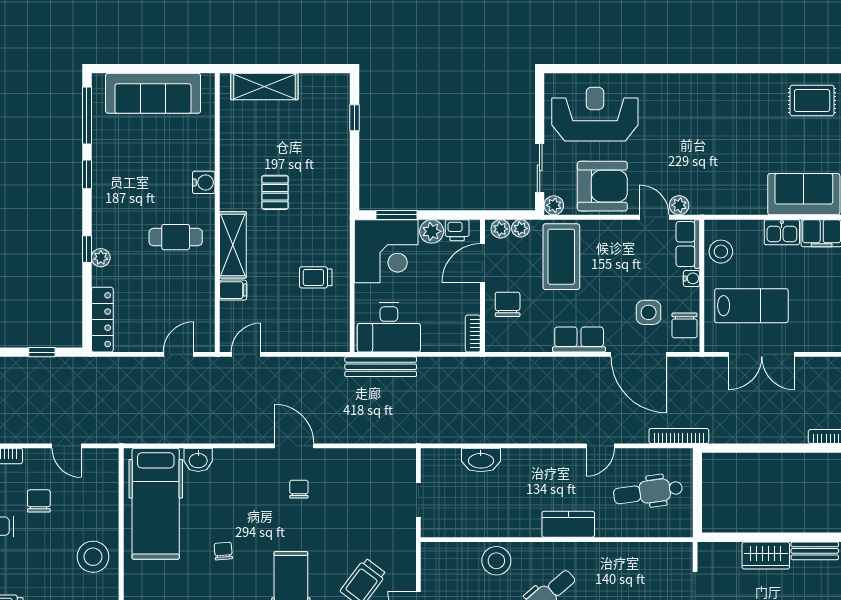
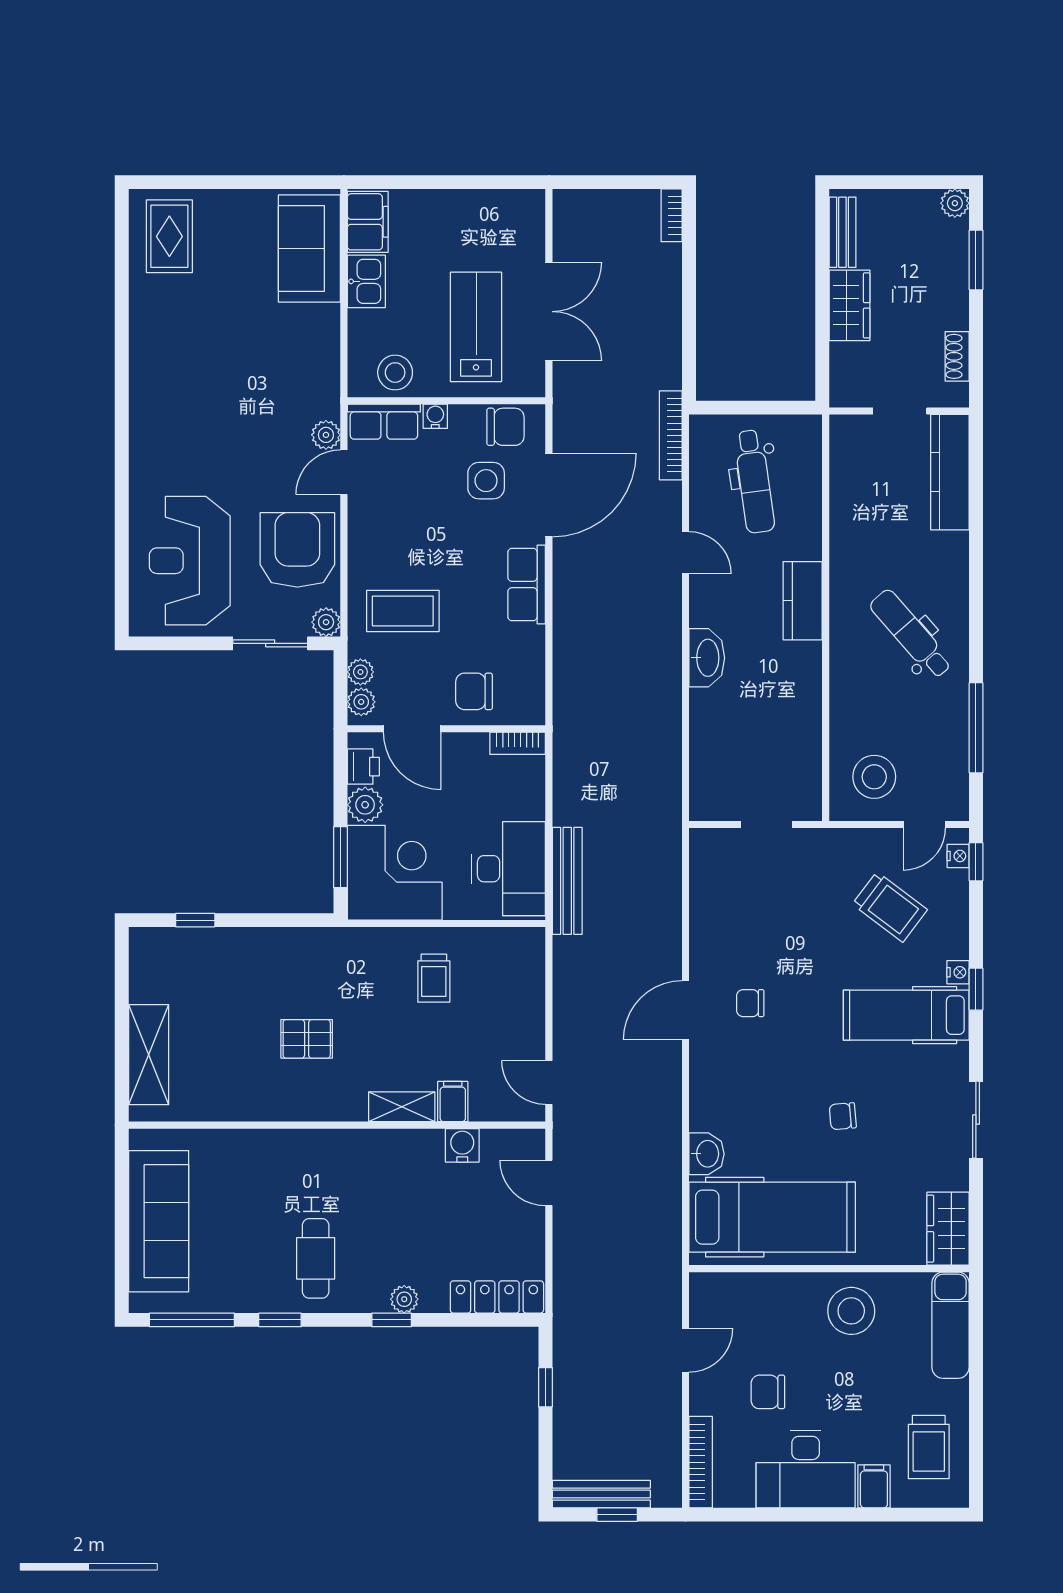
water cooler: (204, 182) -> (462, 1145), moved
cafe table: (176, 237) -> (316, 1258), moved
shelving: (233, 245) -> (402, 1107), width x0.67, depth x0.75
coffee table: (561, 257) -> (403, 611), width x0.73, depth x0.76
washbasin: (481, 460) -> (707, 658), moved
stool: (496, 561) -> (874, 777), moved

